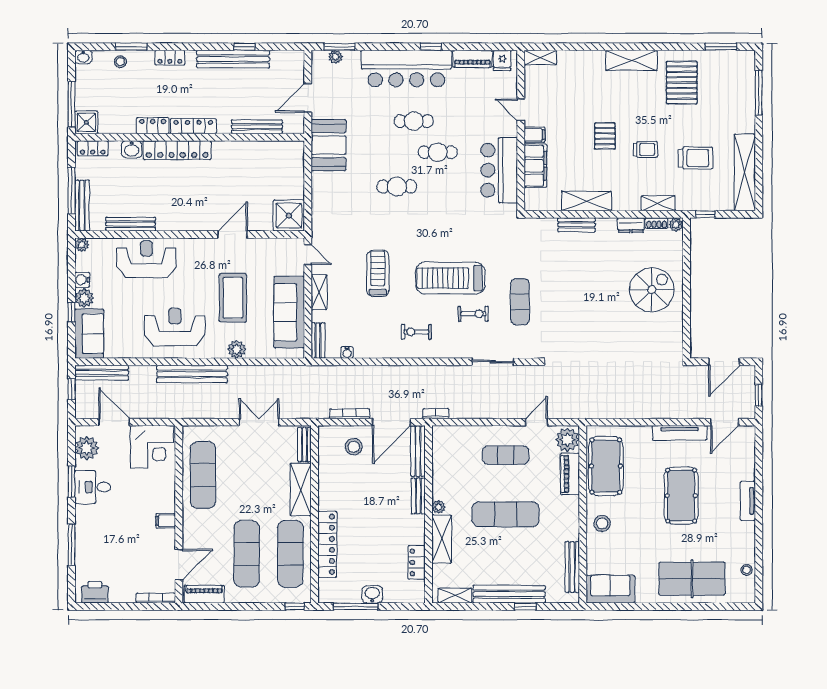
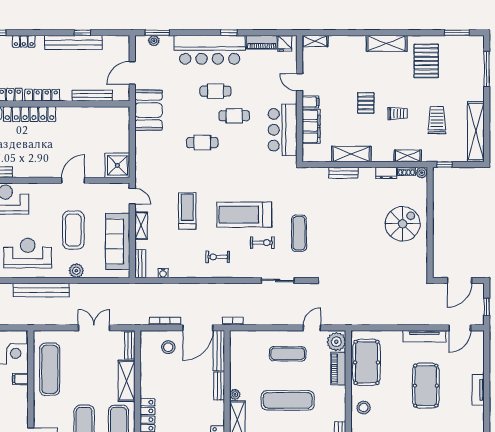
trolley: (695, 158) -> (437, 120), turned -90
filing cabinet: (166, 521) -> (20, 379), moved

